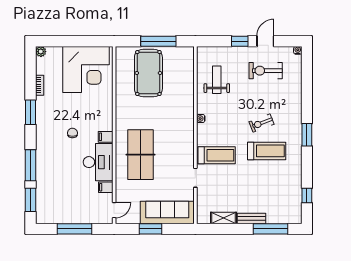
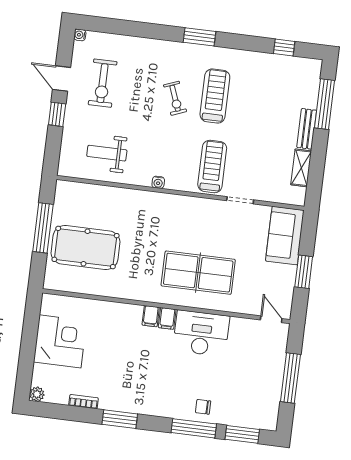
corner desk: (86, 69) -> (60, 341), width x0.74, depth x0.74
chair: (72, 133) -> (203, 407), moved
filing cabinet: (106, 187) -> (151, 316), moved
sofa: (167, 212) -> (285, 236), width x0.73

